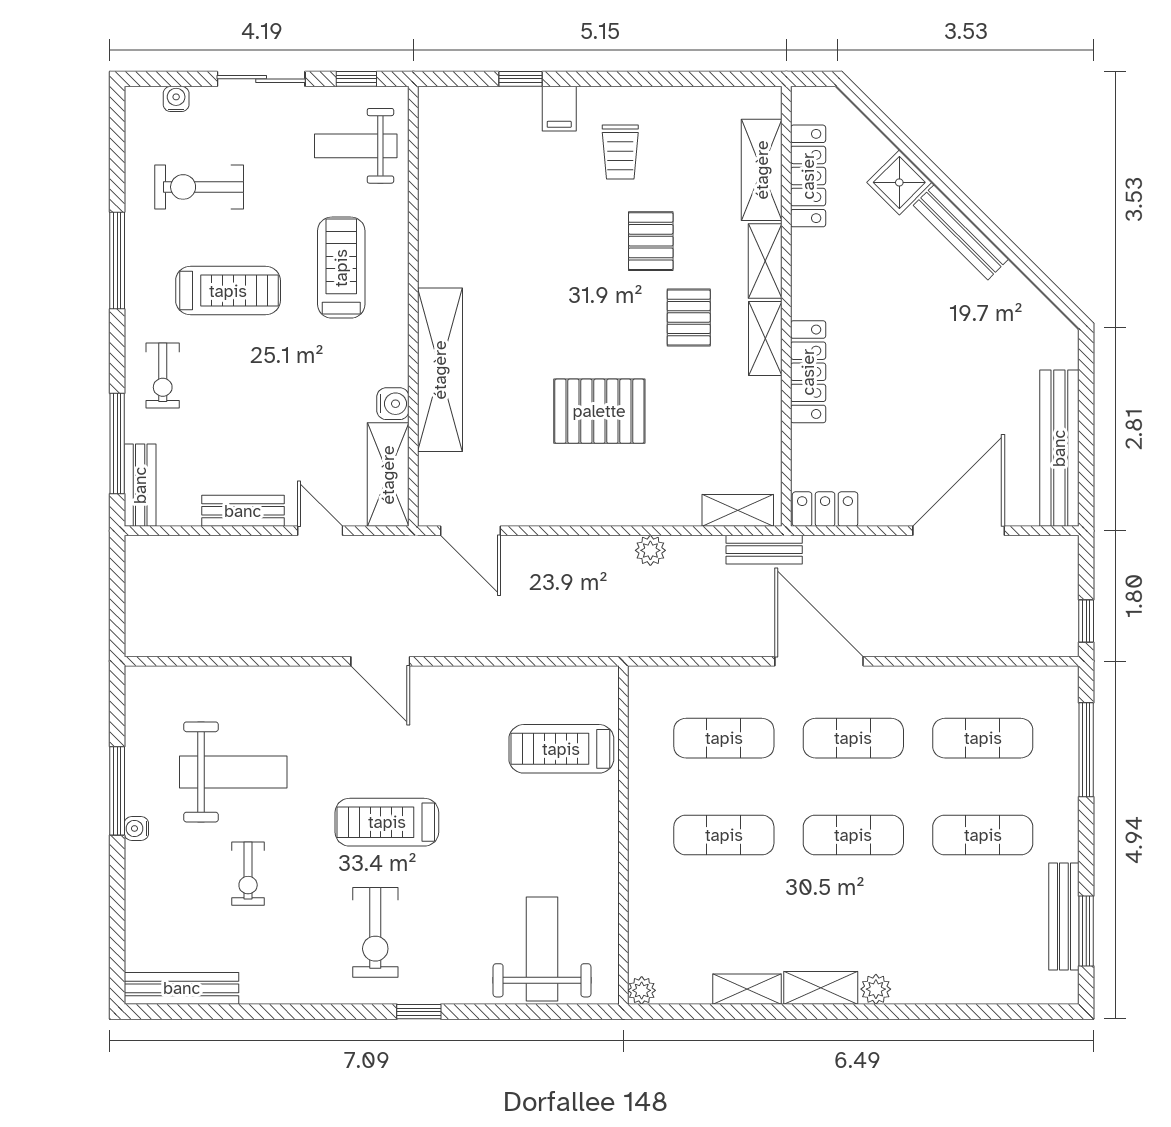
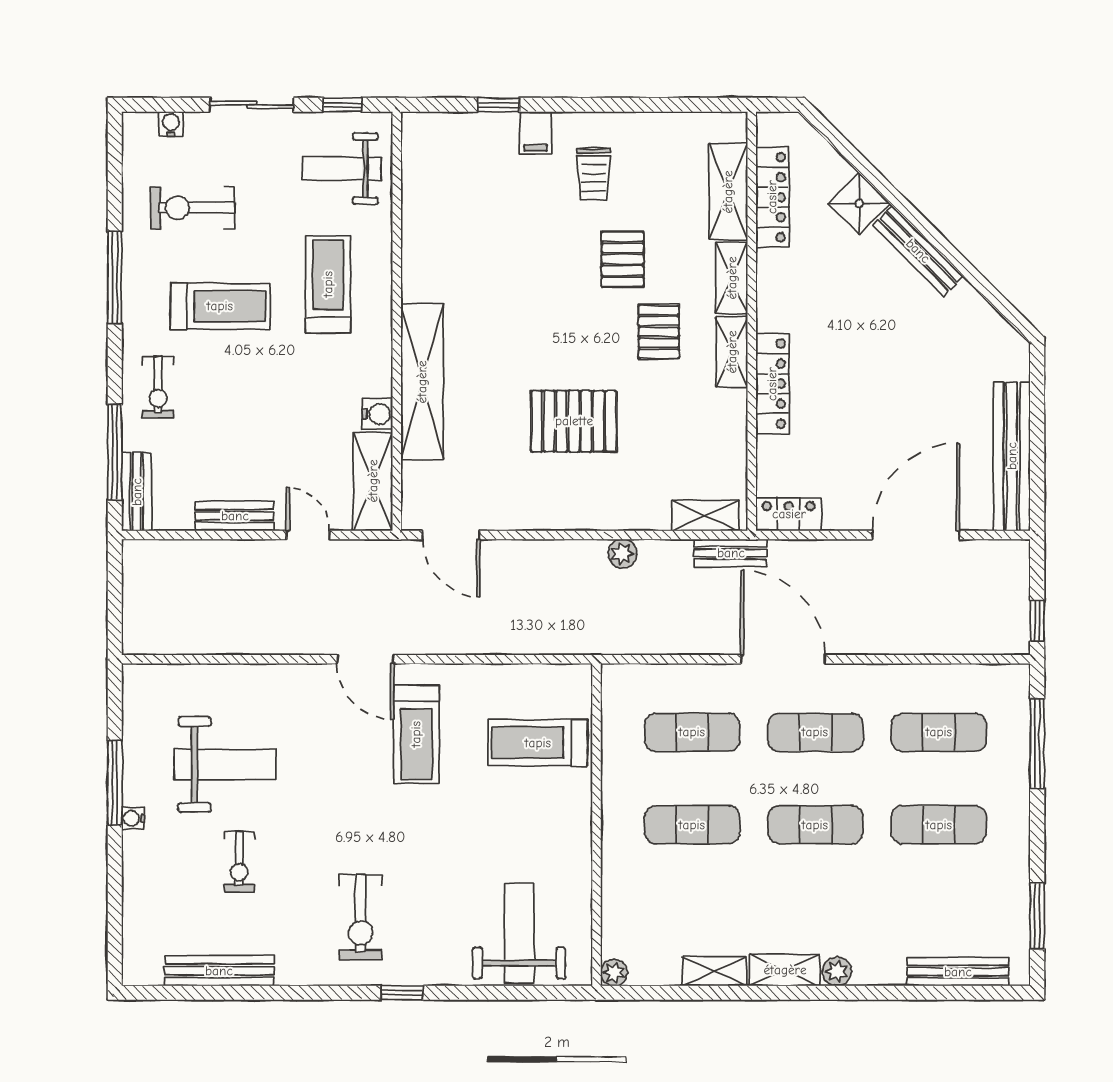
treadmill: (387, 822) -> (416, 734), moved, turned -90
bench: (1064, 917) -> (958, 972), moved, turned 90
bench: (182, 988) -> (219, 971), moved

